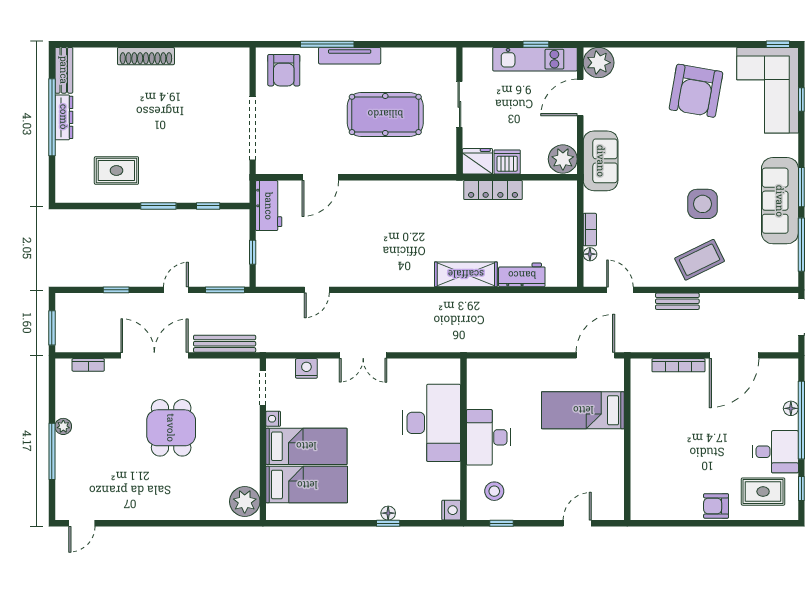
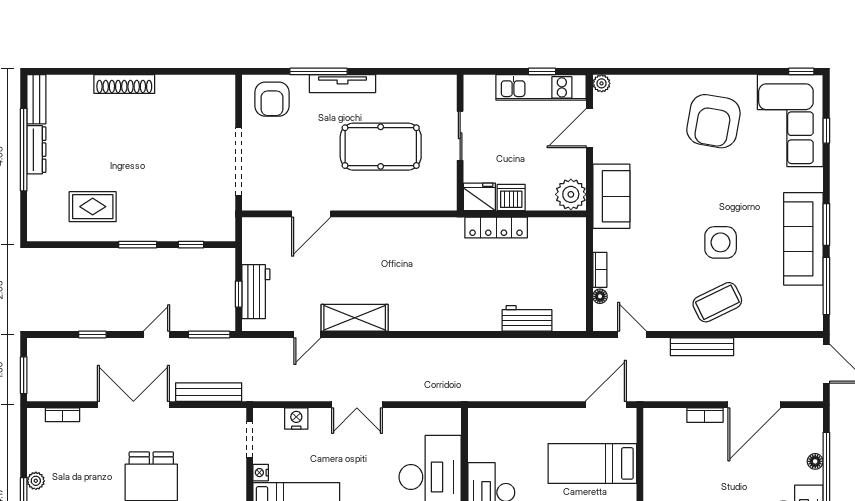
plant: (599, 63) -> (602, 83), width x0.53, depth x0.53
workbench: (269, 206) -> (256, 292), moved
shelving: (466, 274) -> (355, 318), moved
bench: (677, 301) -> (702, 347), width x1.36
bookcase: (678, 365) -> (705, 415), width x0.64

